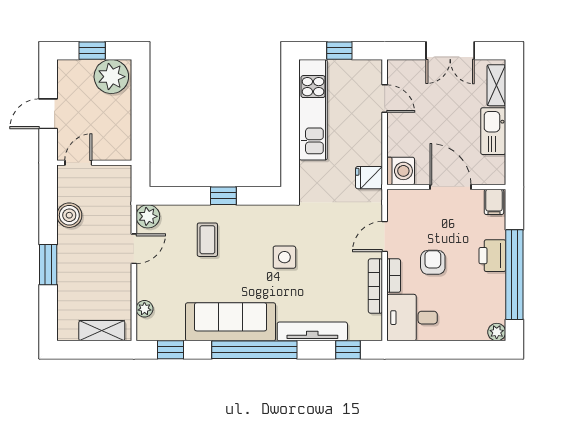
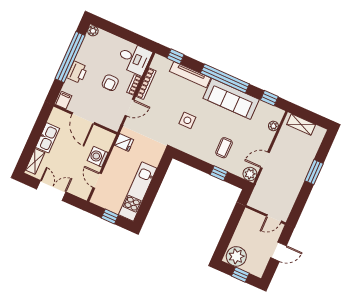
washing machine: (401, 171) -> (98, 157), moved
window: (223, 196) -> (219, 173), moved
boiler: (69, 215) -> (291, 193), removed

